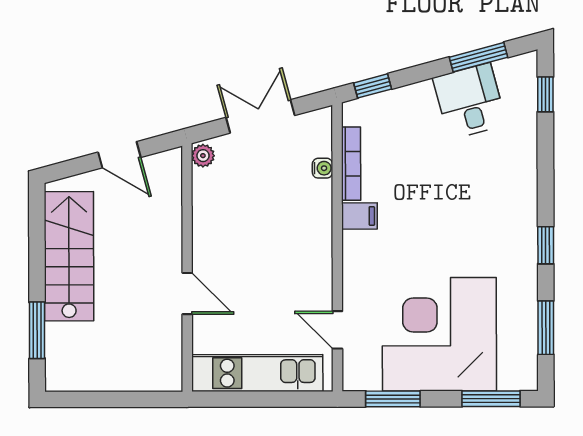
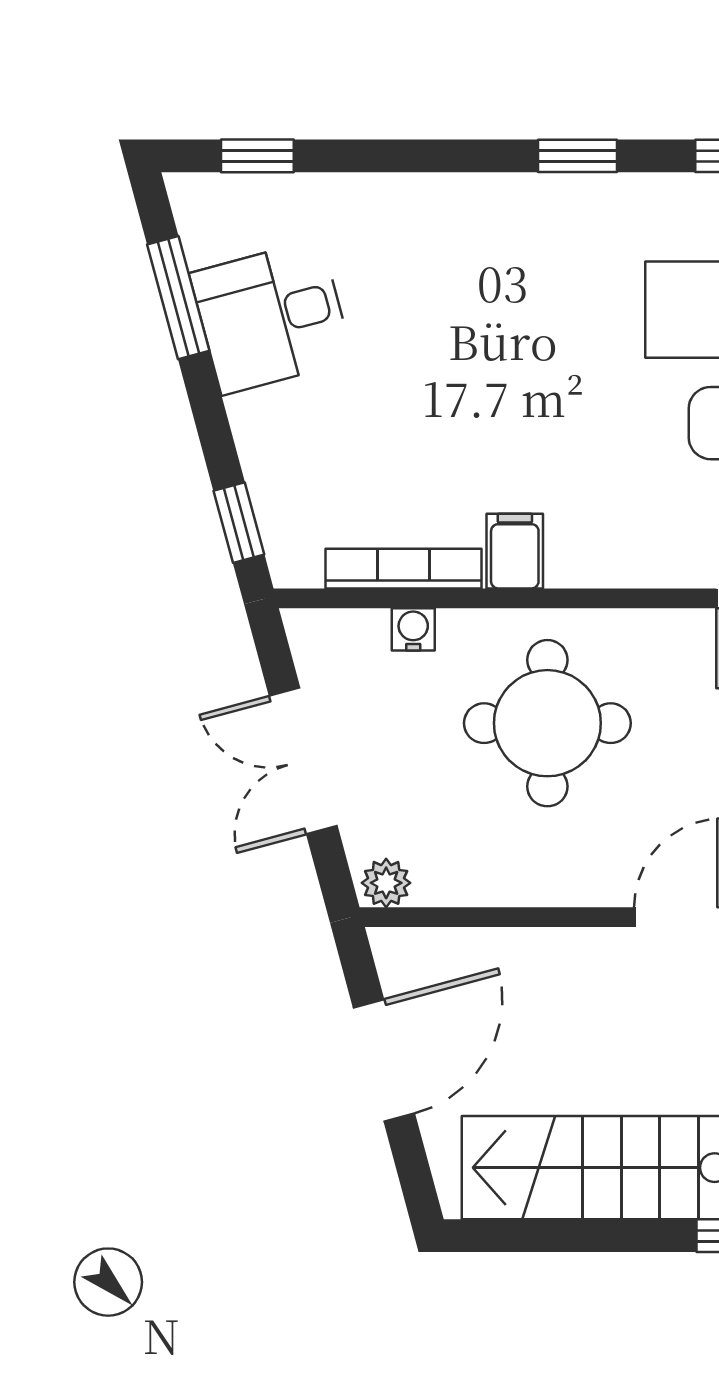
door: (119, 155) -> (384, 1060), width x1.38
round table: (278, 231) -> (547, 723), added

